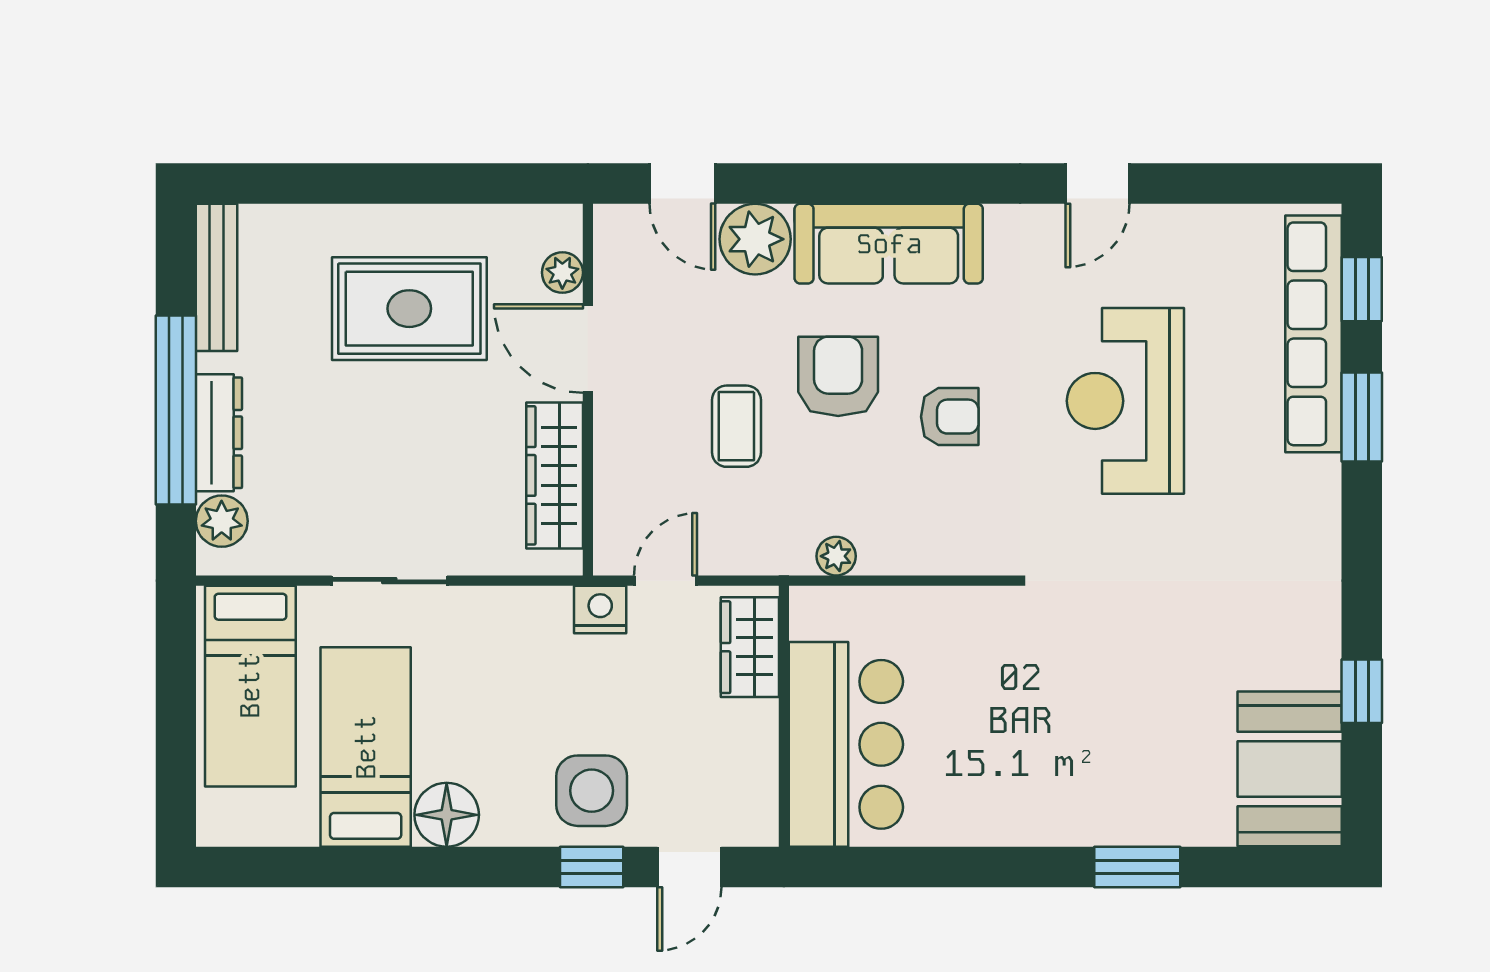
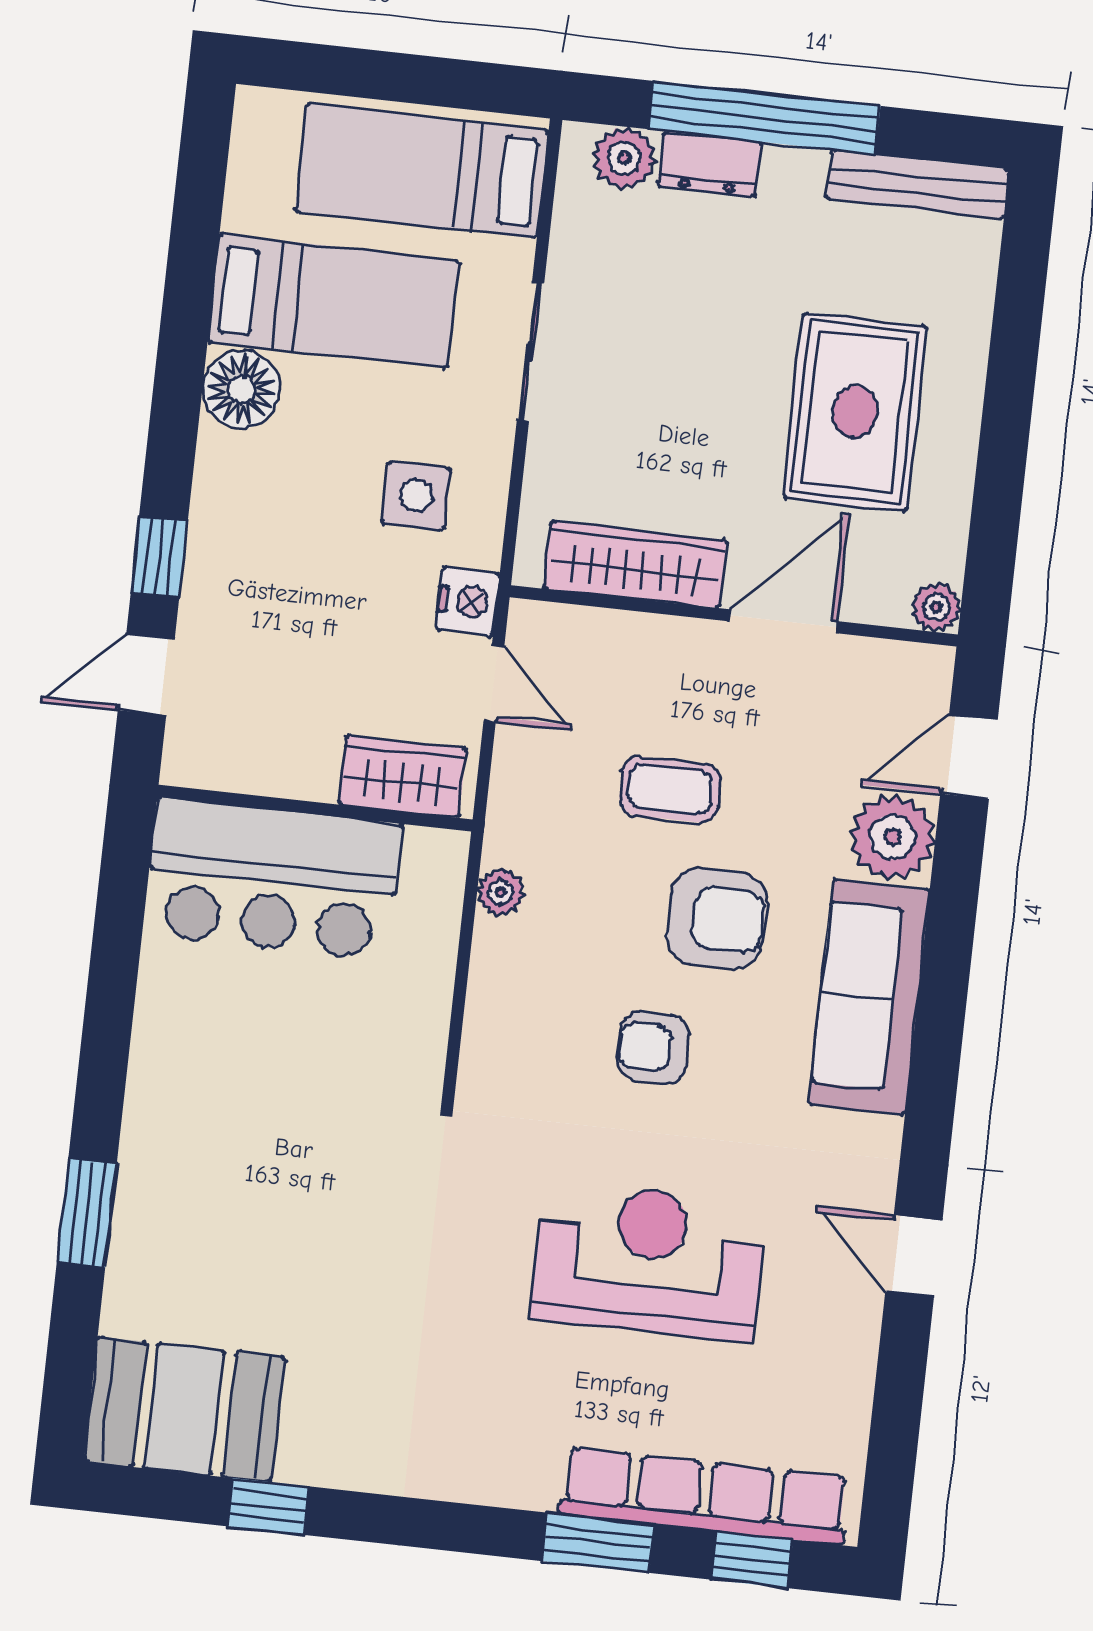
plant: (562, 273) -> (936, 607), moved
armchair: (950, 417) -> (653, 1047), turned 90
dresser: (219, 433) -> (709, 164), width x0.70
side table: (592, 791) -> (416, 496), moved, width x0.73, depth x0.73
door: (689, 867) -> (146, 674), hinge flipped

